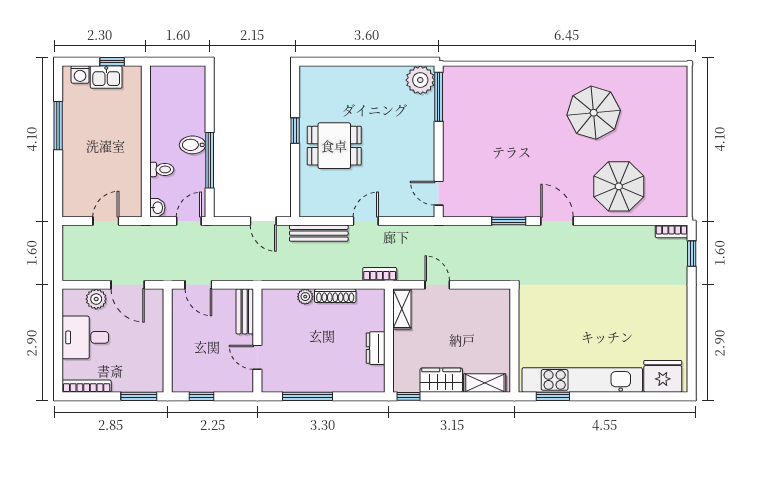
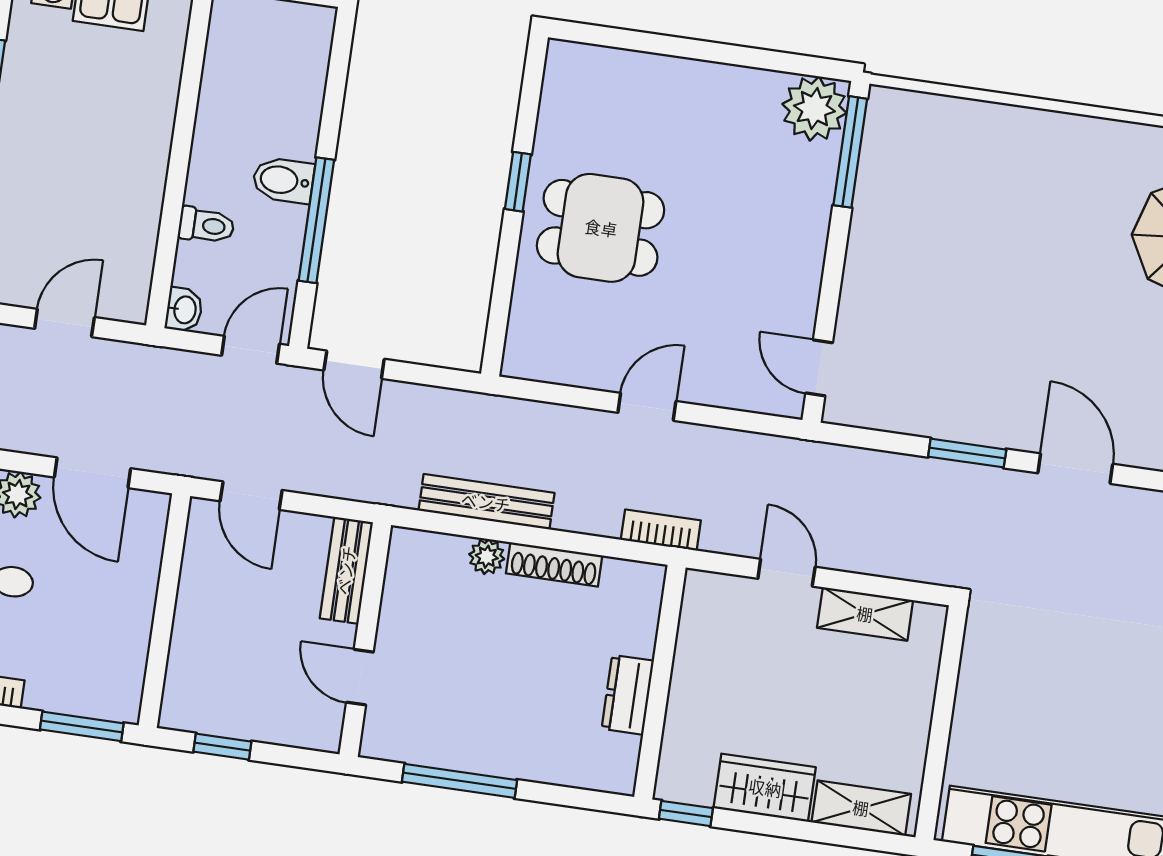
door: (263, 221) -> (354, 365), moved
bench: (319, 233) -> (486, 502), moved
shelving: (402, 309) -> (865, 614), moved, turned 90

